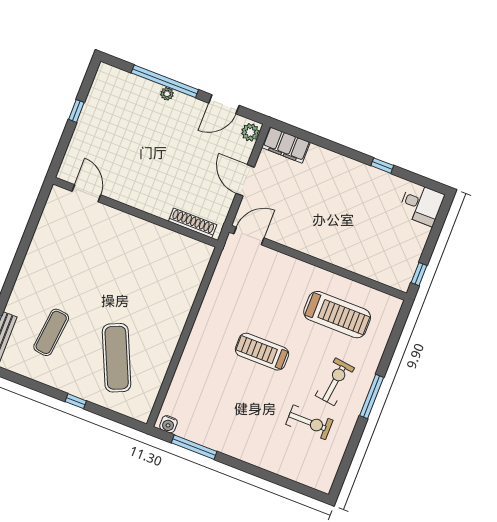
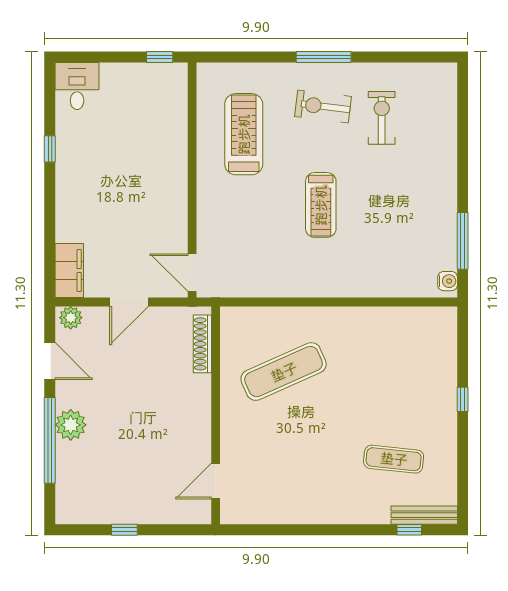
plant: (167, 94) -> (71, 425), width x1.87, depth x1.87
exercise mat: (117, 358) -> (284, 372), moved

